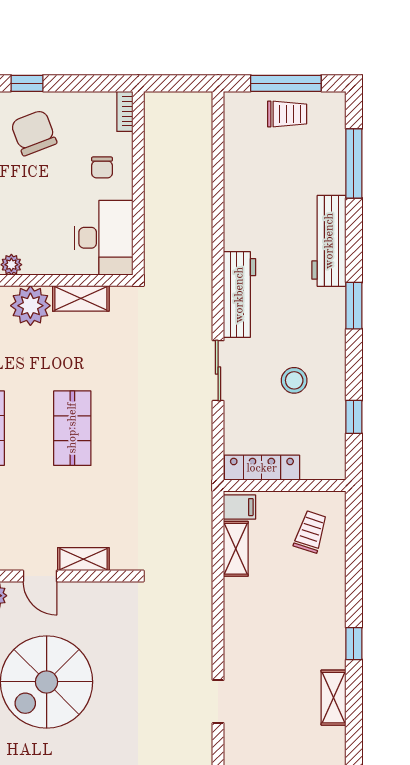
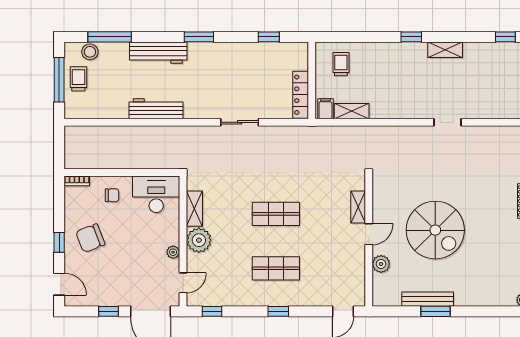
workbench: (239, 295) -> (156, 109), moved
stool: (294, 380) -> (90, 52), moved
trolley: (311, 532) -> (341, 64), turned 72

